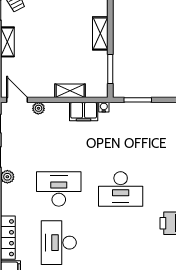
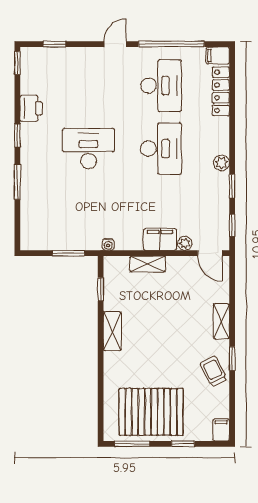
window: (110, 69) -> (101, 289), width x0.67
filing cabinet: (84, 112) -> (160, 239), moved
desk: (59, 189) -> (161, 149), turned -90

